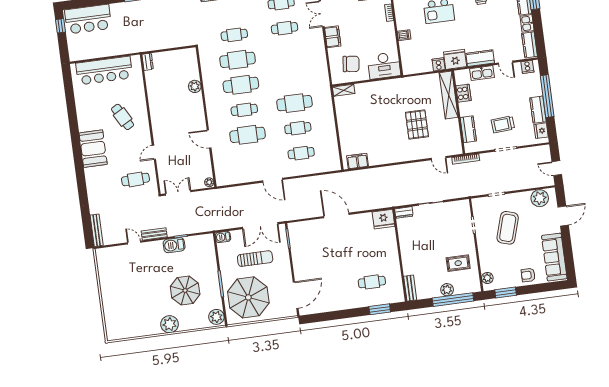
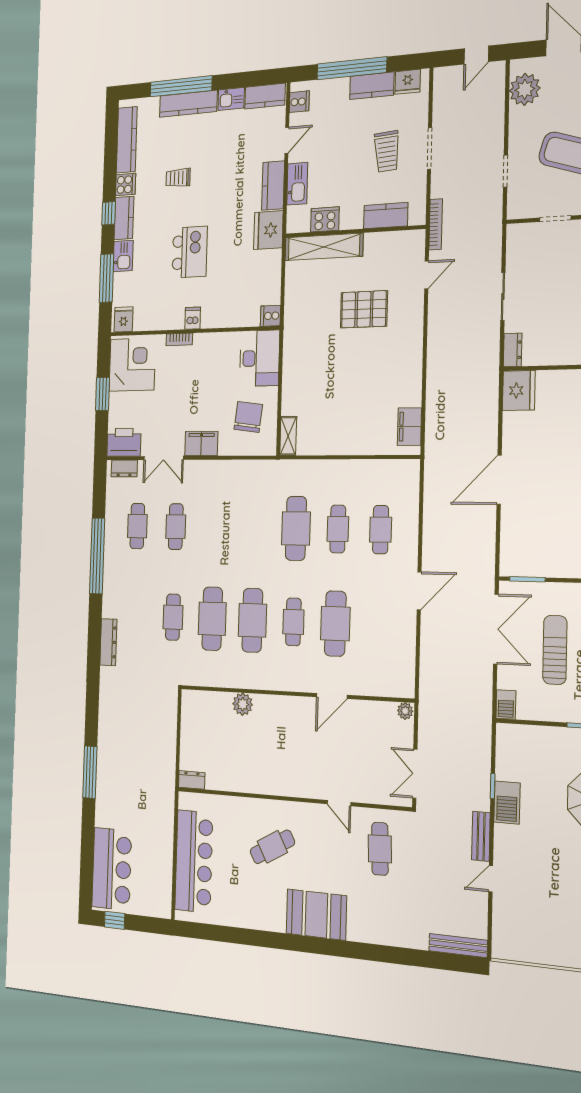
dishwasher: (404, 35) -> (193, 318), moved
cooker: (439, 64) -> (270, 316), moved

